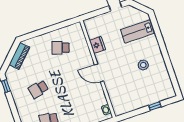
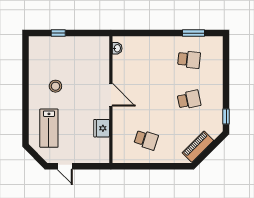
lab bench: (137, 31) -> (49, 128), turned 90

